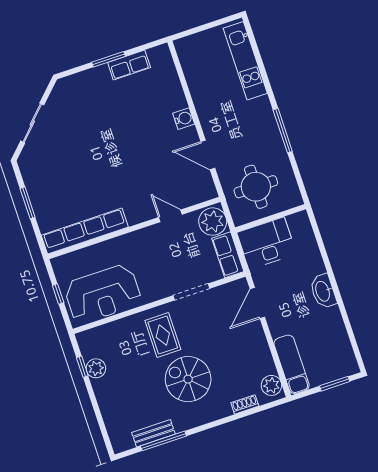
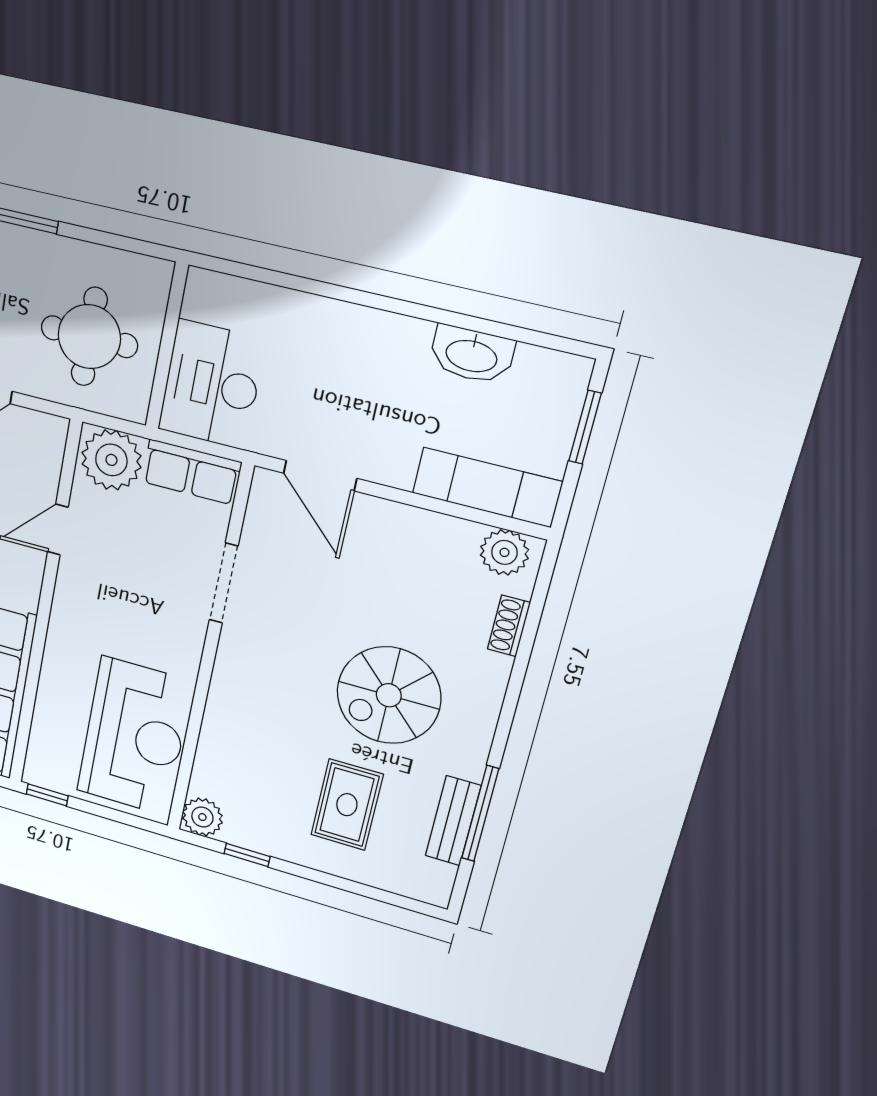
washbasin: (323, 291) -> (472, 355), moved
window: (58, 294) -> (47, 795), moved
rug: (163, 335) -> (347, 805), moved, turned 90
plant: (96, 368) -> (202, 817), moved

